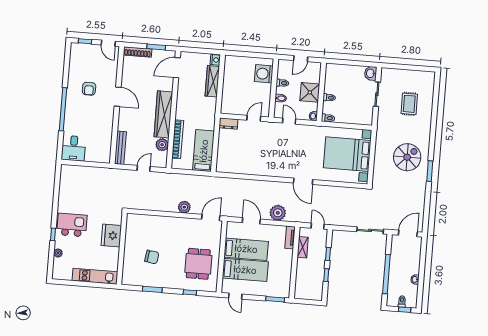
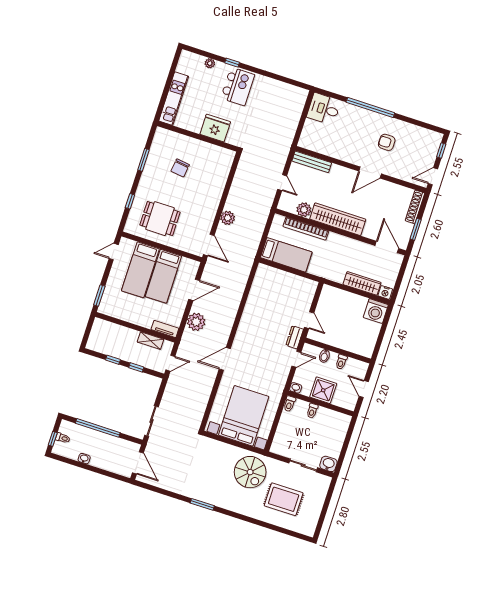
washing machine: (264, 74) -> (376, 311), moved, turned 180
rug: (409, 104) -> (284, 499), width x1.36, depth x1.43
dresser: (228, 124) -> (295, 337), moved
spiral stairs: (407, 157) -> (250, 472), moved

